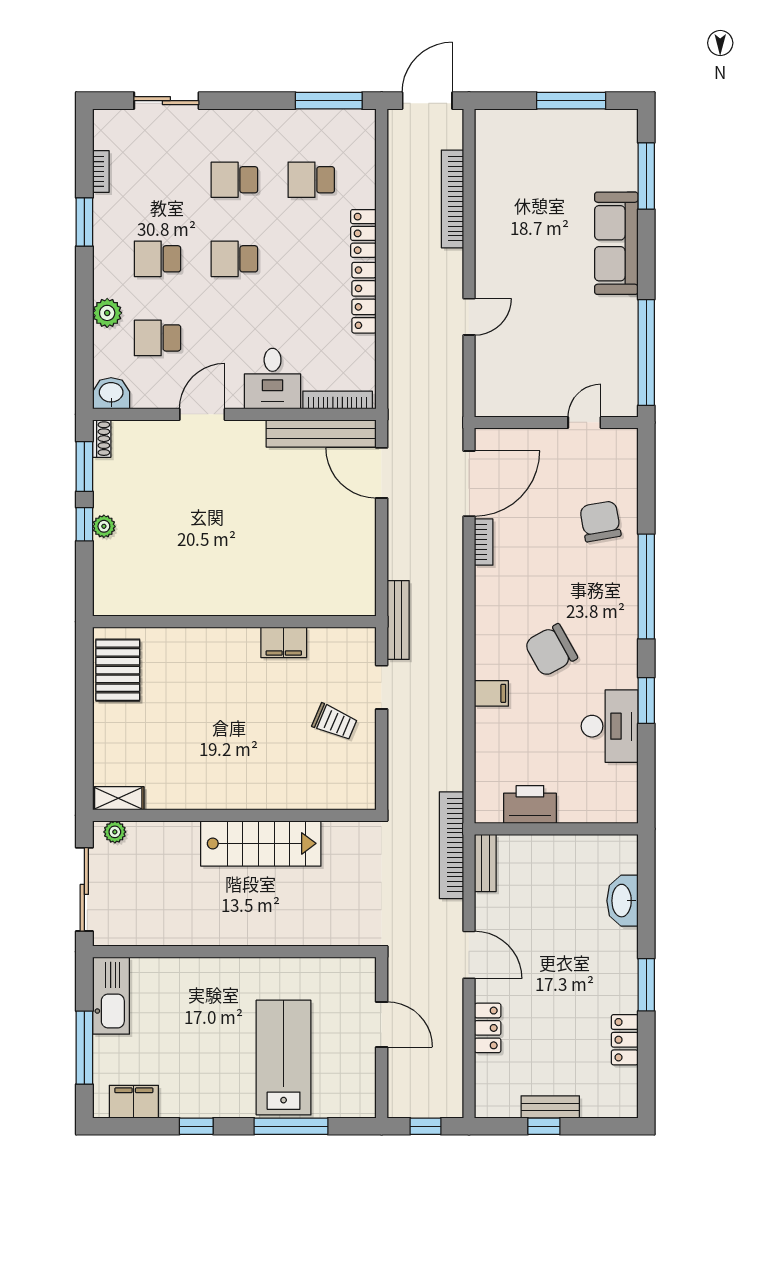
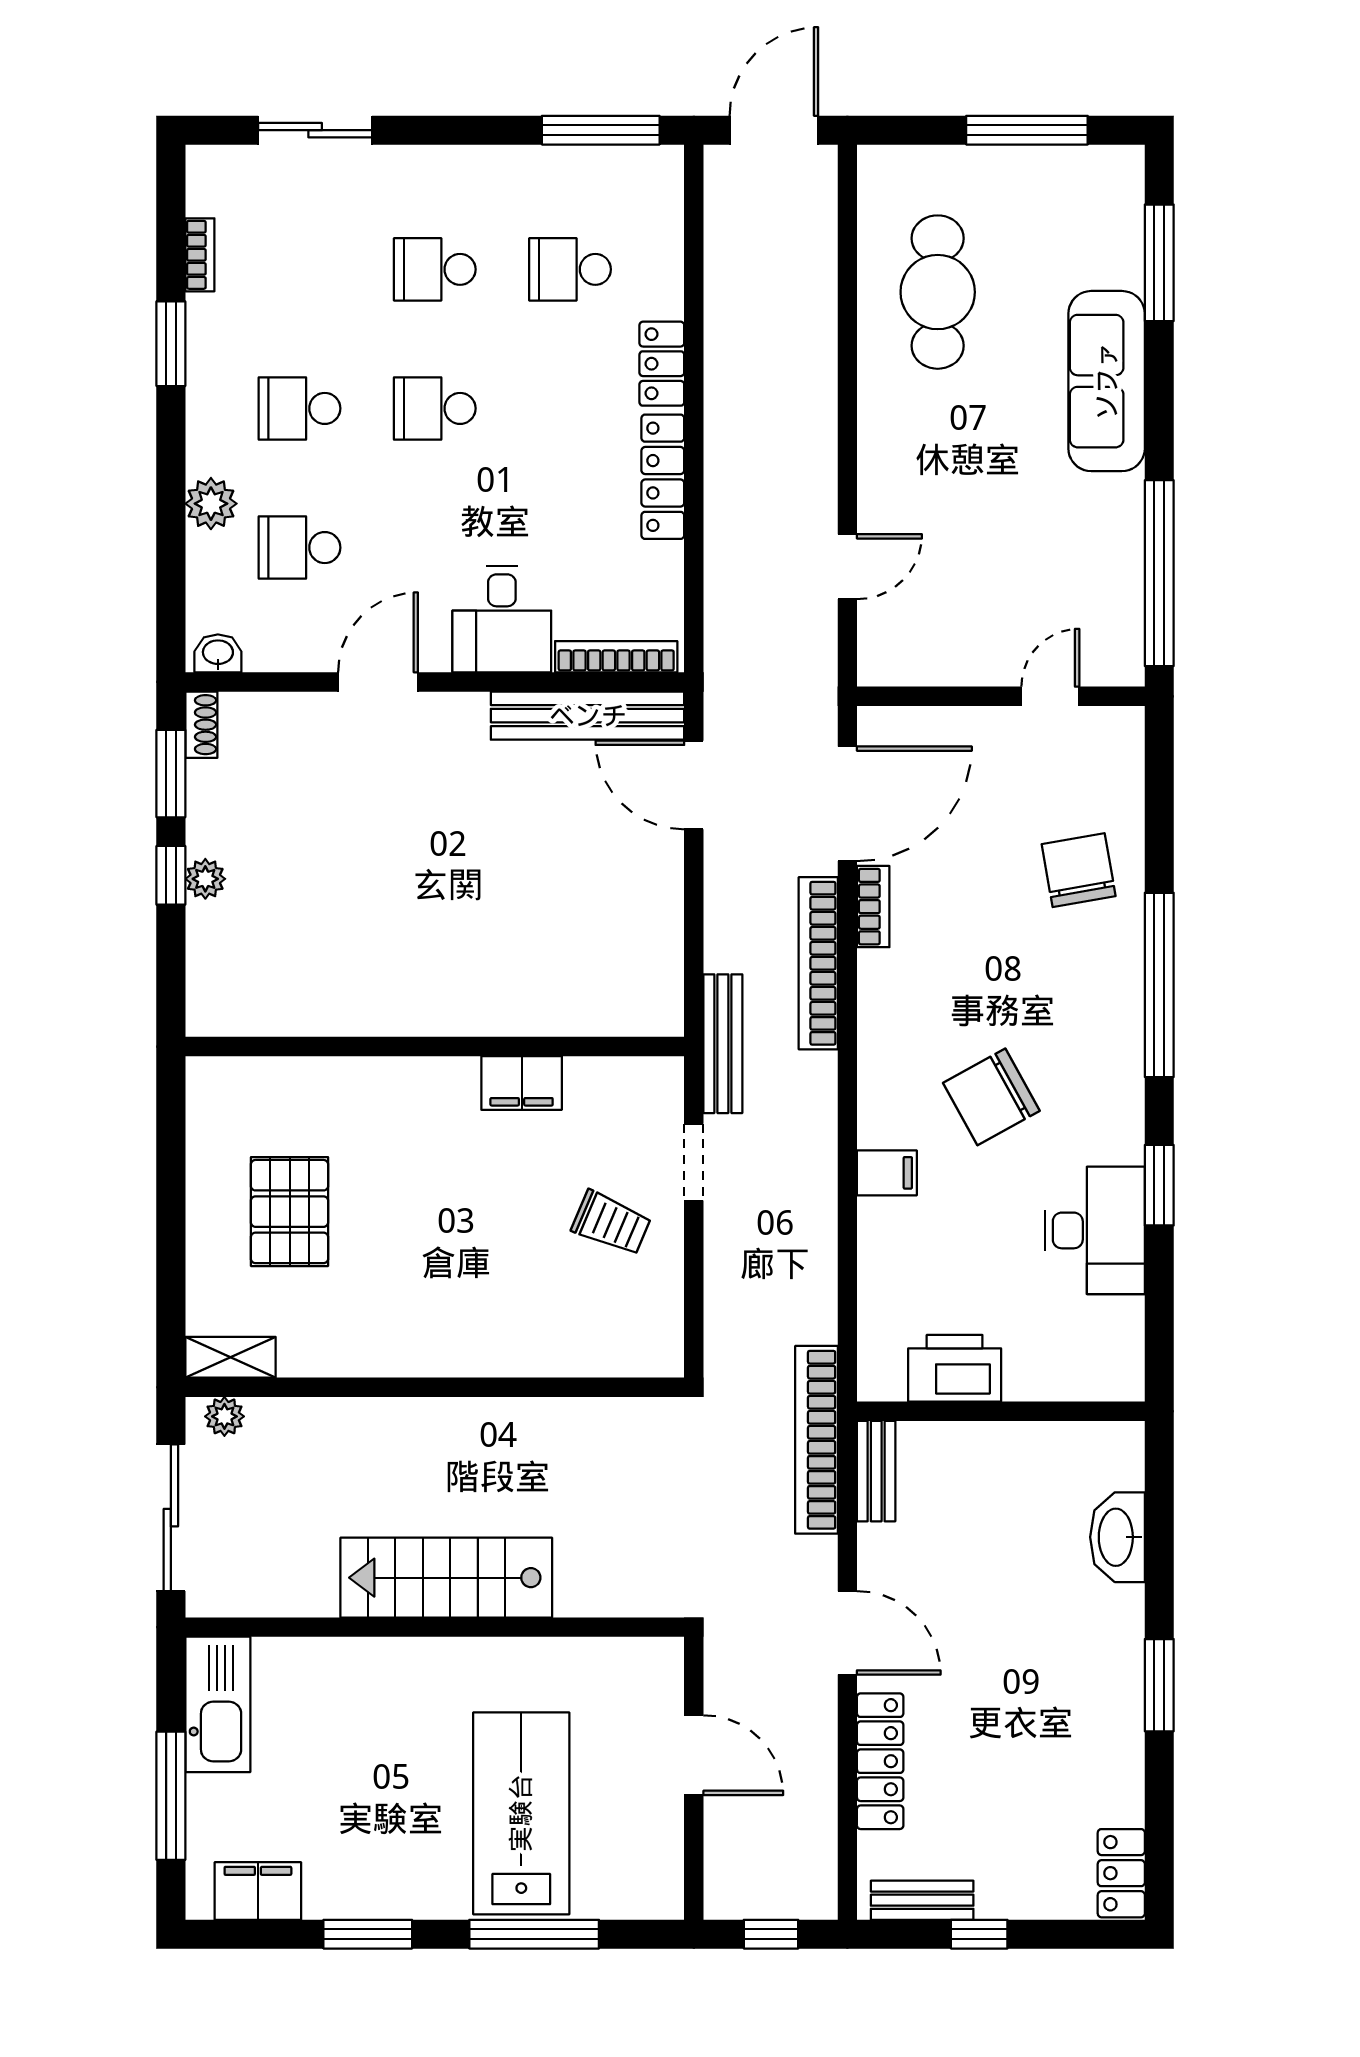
cafe table: (520, 193) -> (938, 292), added
bookcase: (452, 199) -> (818, 963), moved
door: (469, 317) -> (847, 567), moved
washbasin: (111, 393) -> (218, 653), width x0.72, depth x0.69
pallet: (118, 670) -> (290, 1212), moved
stairs: (261, 843) -> (446, 1578), moved, turned 180
locker: (488, 1028) -> (880, 1761), width x1.53
locker: (625, 1040) -> (1121, 1873), moved
bench: (550, 1107) -> (922, 1900), moved
window: (196, 1126) -> (368, 1934), width x1.50

